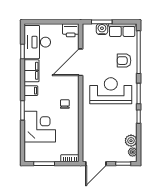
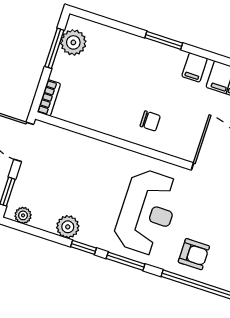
armchair: (124, 61) -> (194, 254), turned 90
corner desk: (40, 127) -> (124, 62), removed
plant: (131, 141) -> (68, 227), moved
plant: (38, 155) -> (73, 42), added

